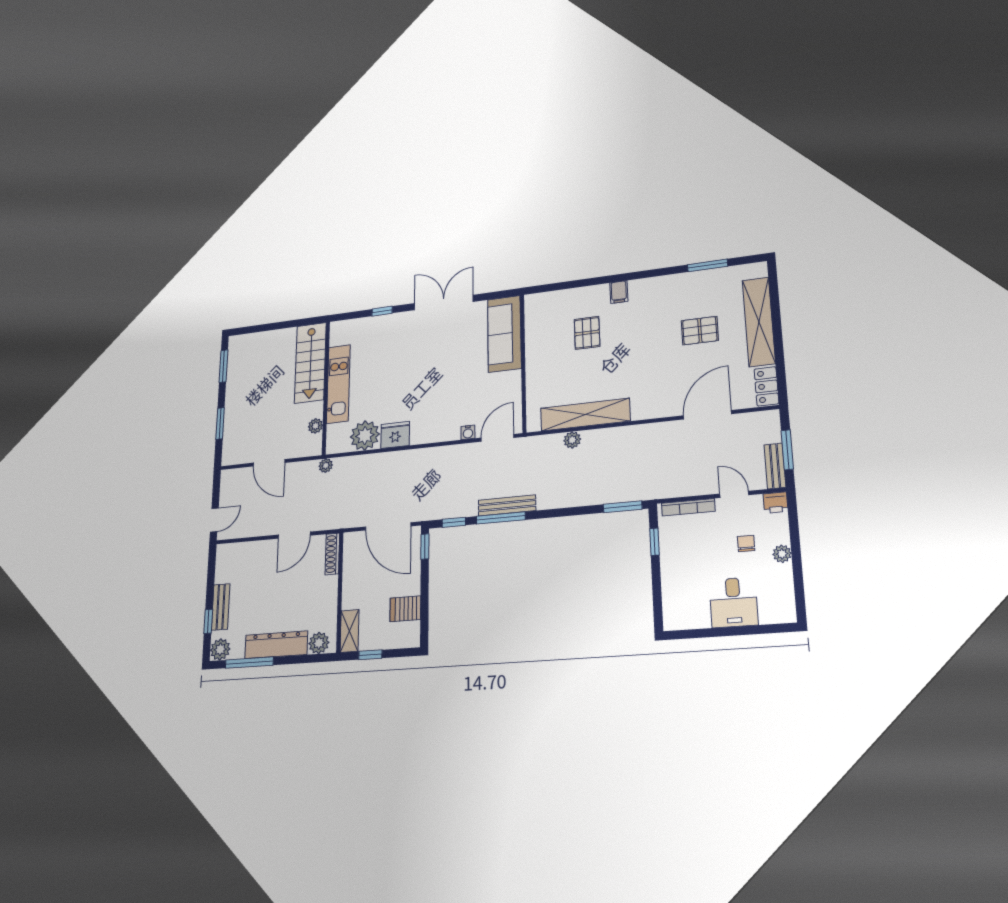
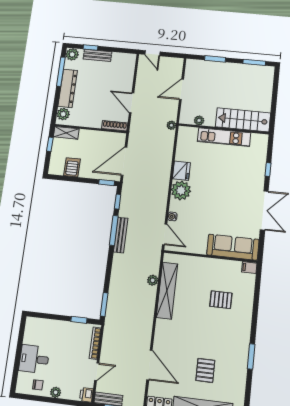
window: (708, 265) -> (251, 356), moved
filing cabinet: (619, 292) -> (249, 268), moved
plant: (365, 436) -> (181, 190), moved
chair: (746, 543) -> (38, 385), moved

